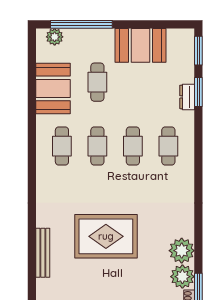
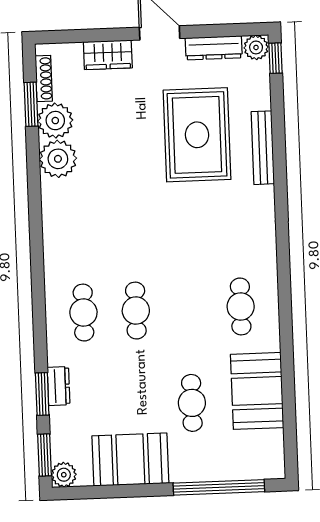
plant: (55, 37) -> (64, 475), moved
cafe table: (97, 146) -> (188, 308), removed
rug: (106, 236) -> (197, 135), moved, turned 90

